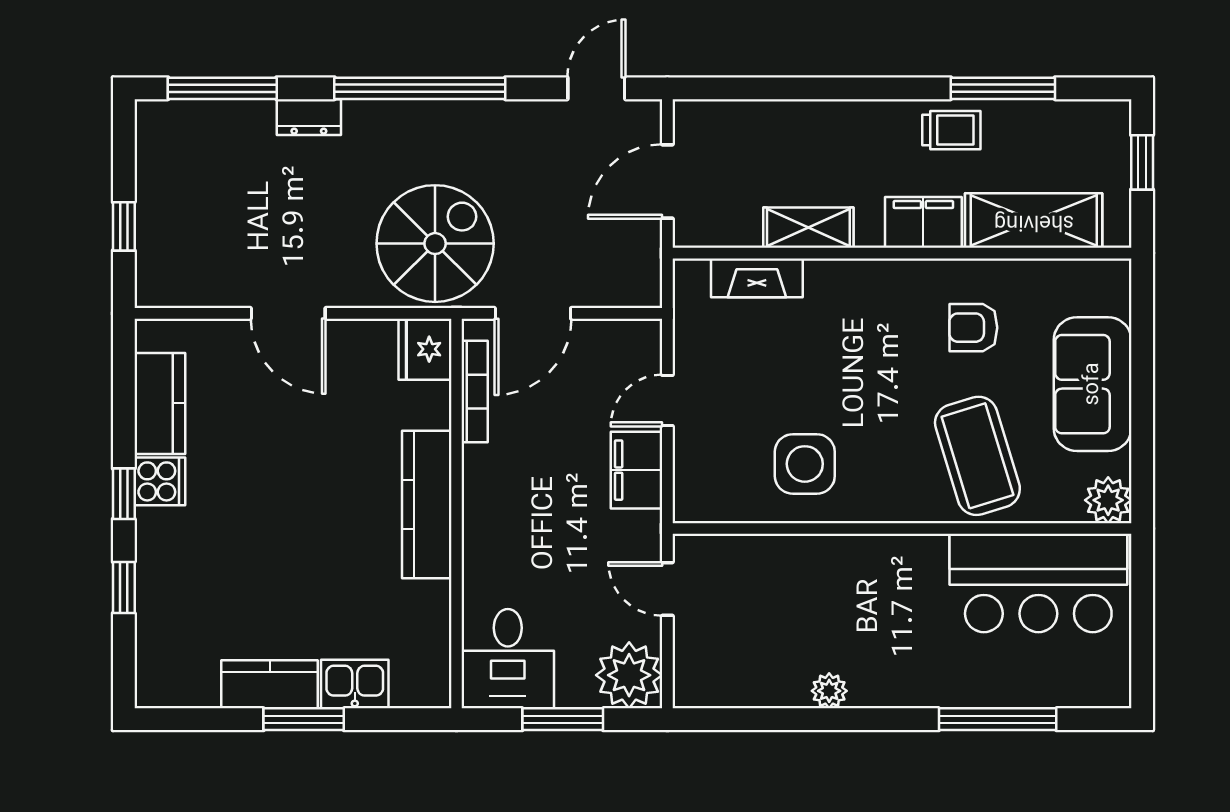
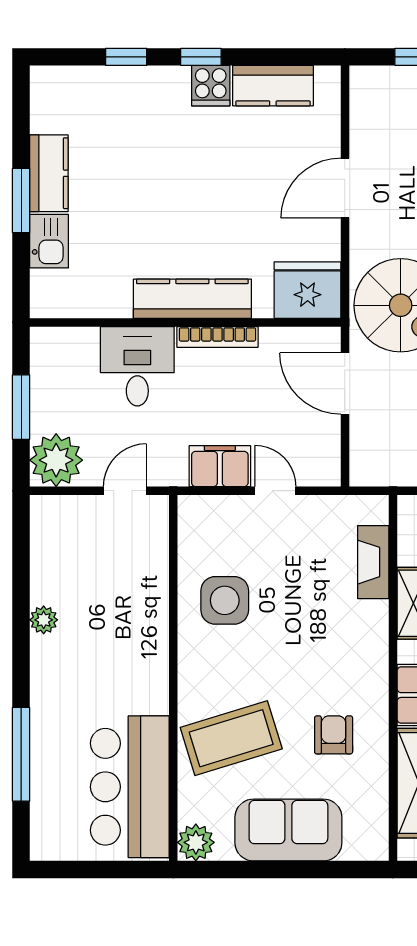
fridge: (425, 349) -> (308, 290), width x1.36, depth x1.34
bookcase: (475, 391) -> (217, 337), moved
desk: (508, 659) -> (137, 366), moved, turned 90

